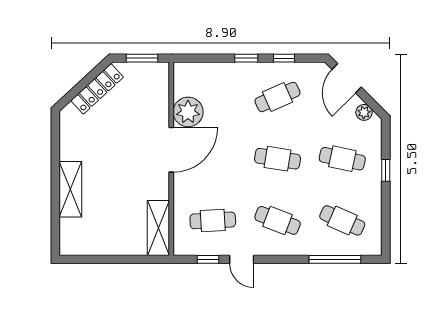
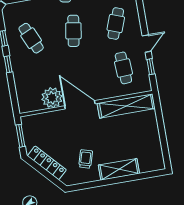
trolley: (93, 145) -> (86, 159), added
shelving: (158, 228) -> (126, 106), width x1.47

